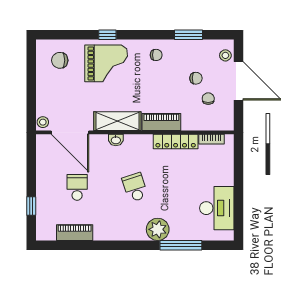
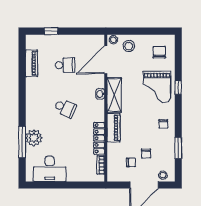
stool: (51, 101) -> (129, 46), added
school desk: (135, 187) -> (65, 108), turned 42
plant: (158, 229) -> (34, 138), moved

